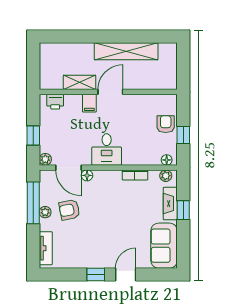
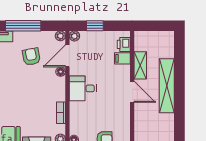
shelving: (126, 51) -> (167, 86), moved
filing cabinet: (89, 103) -> (122, 58), moved
window: (33, 203) -> (23, 26), moved
plant: (45, 212) -> (60, 36), moved

